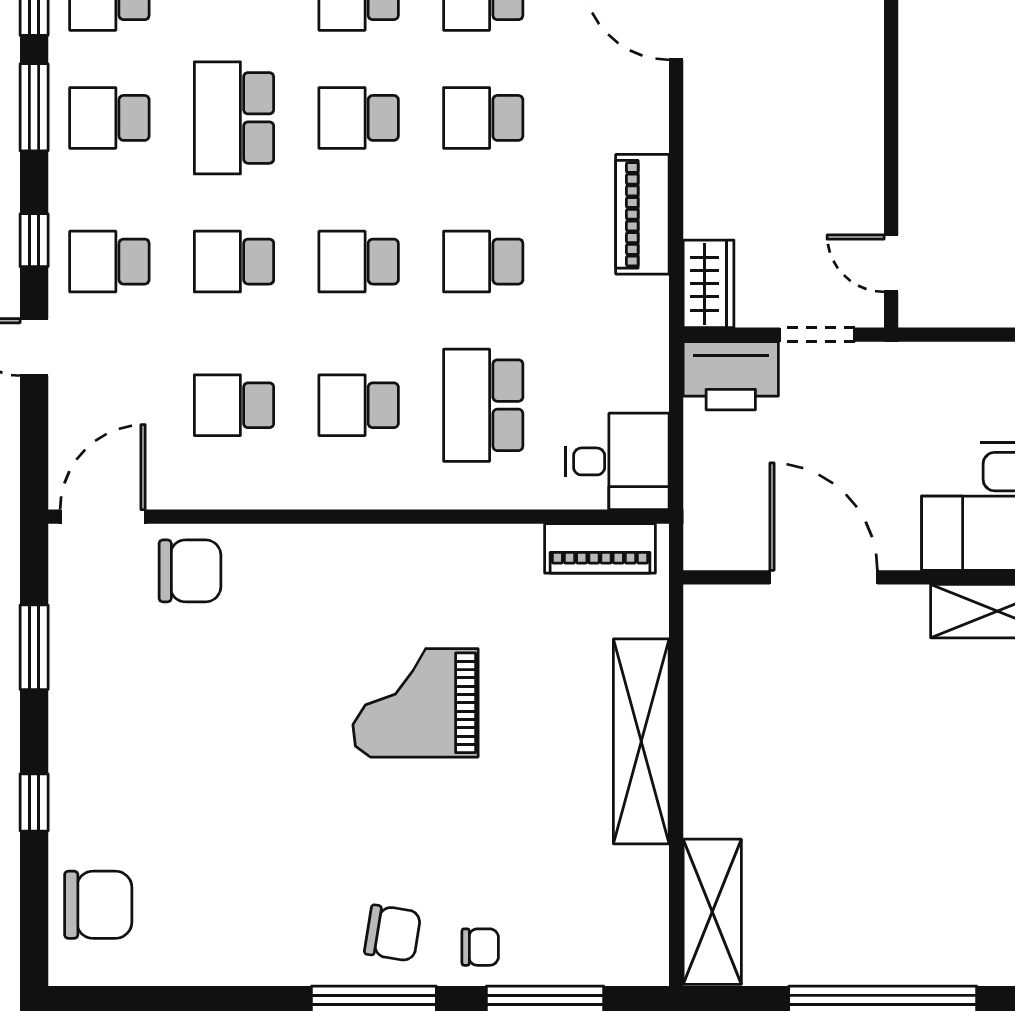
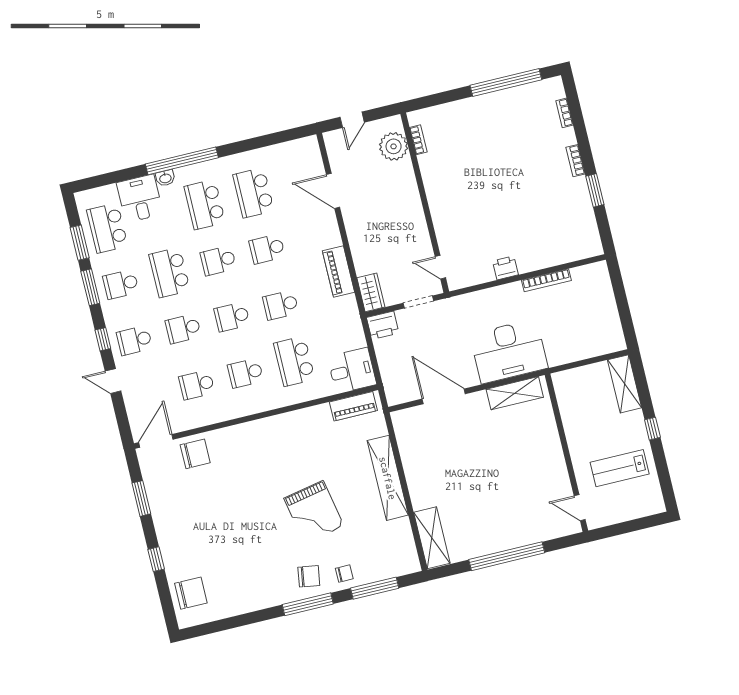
printer: (731, 376) -> (383, 325), width x0.73, depth x0.84
grand piano: (416, 703) -> (314, 512), moved, turned -101

